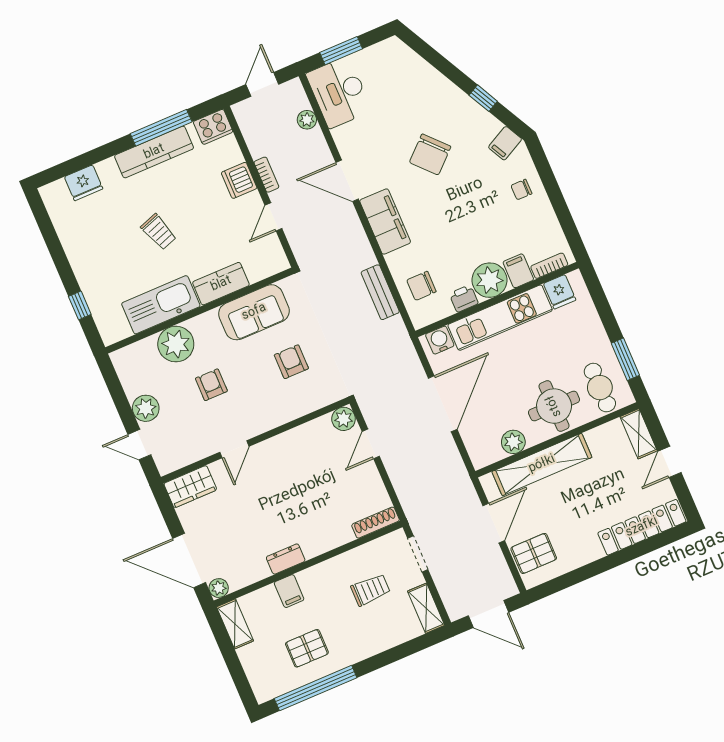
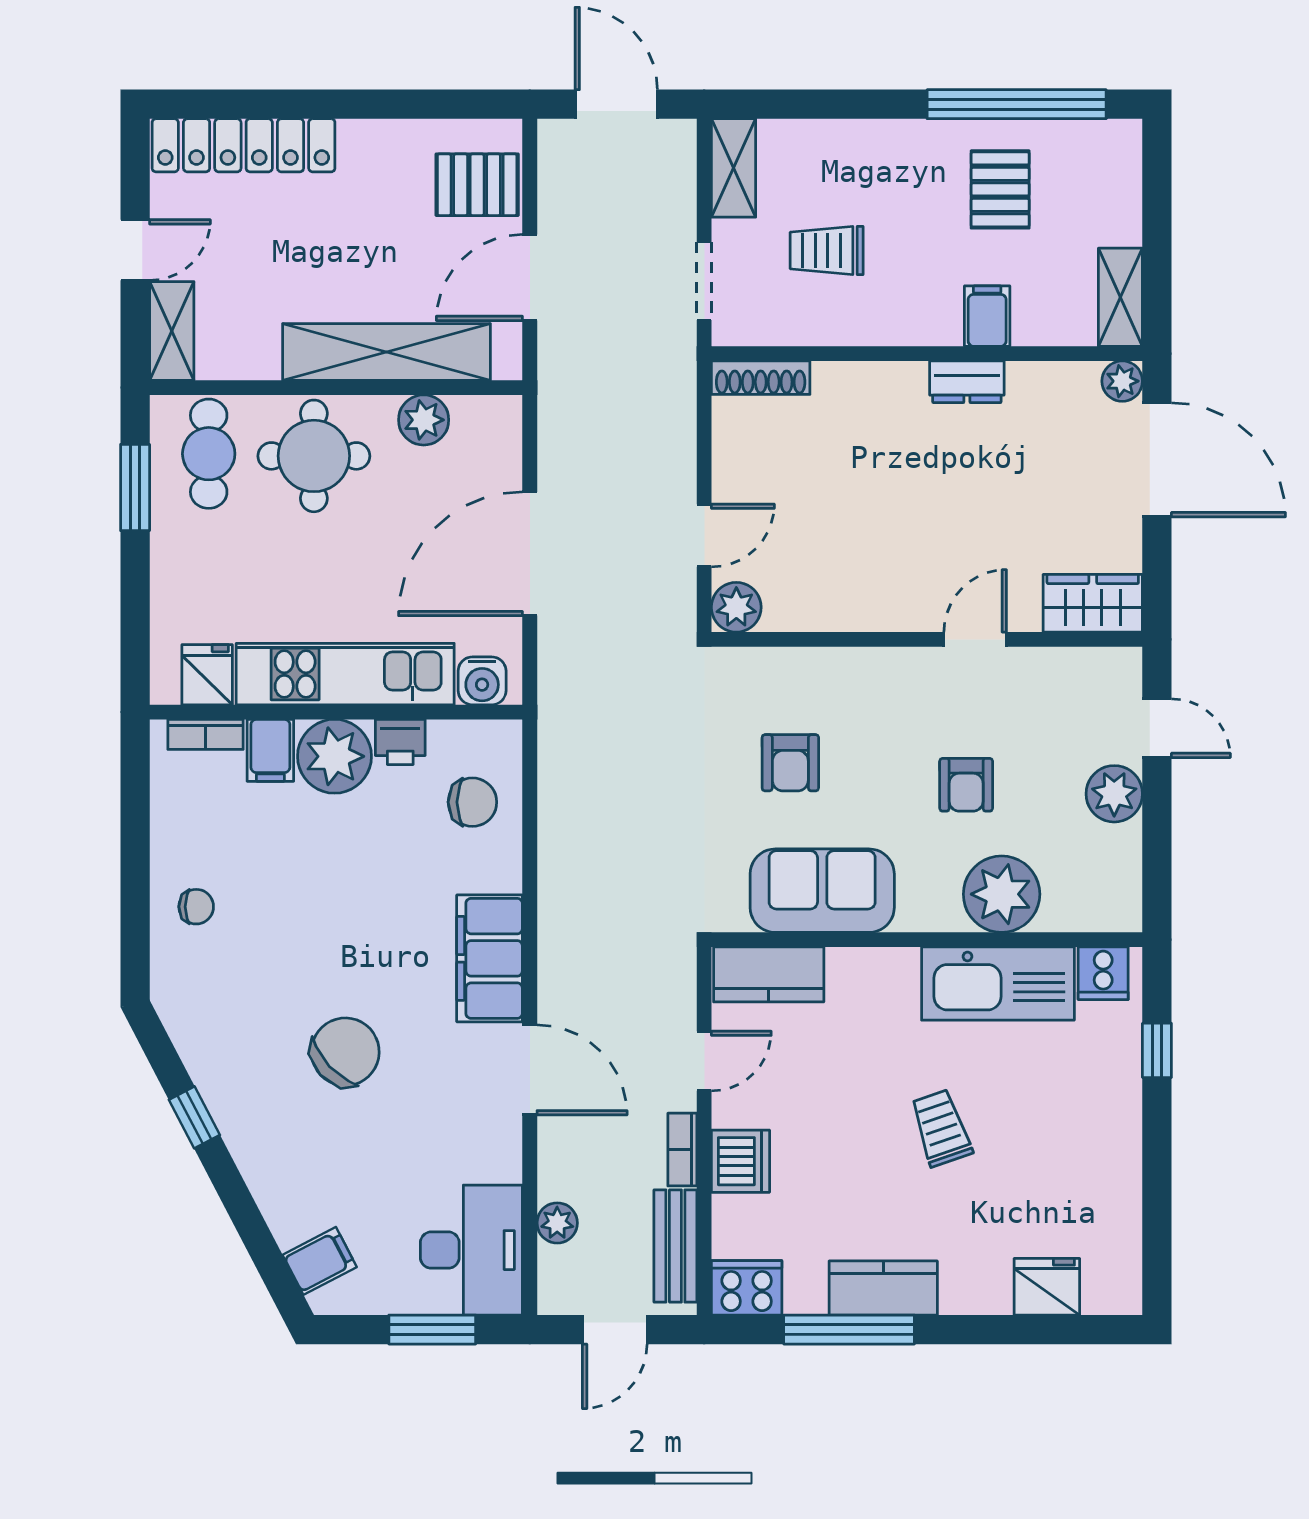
filing cabinet: (505, 143) -> (320, 1261), moved
kitchen counter: (154, 152) -> (883, 1288), width x0.67
kitchen counter: (221, 284) -> (769, 974), moved
bench: (380, 292) -> (675, 1246), moved
cooker: (117, 329) -> (1103, 973), added
pallet: (307, 648) -> (1000, 189), turned 90

